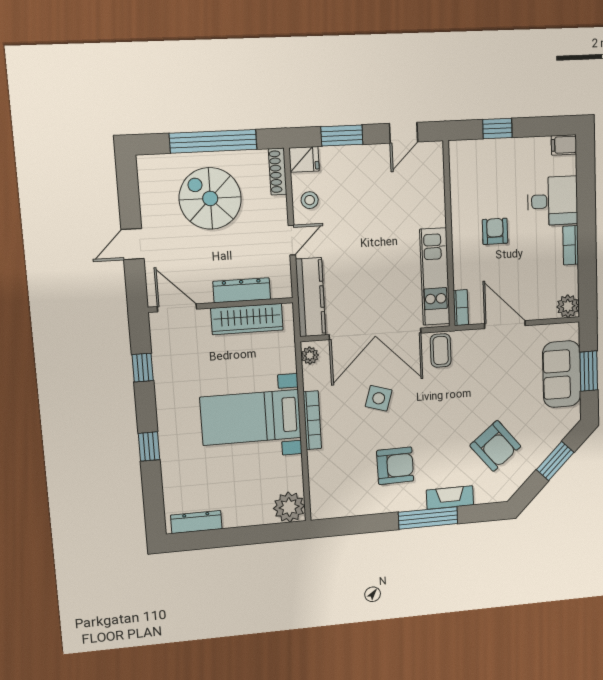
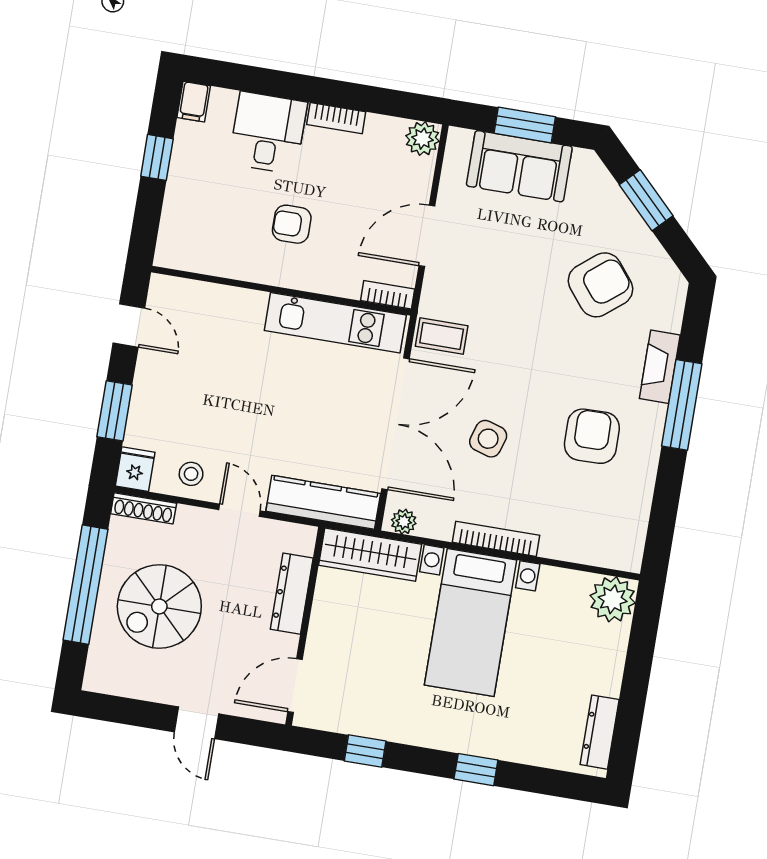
window: (497, 129) -> (157, 157), moved
wardrobe: (247, 319) -> (370, 555), moved, turned 90

